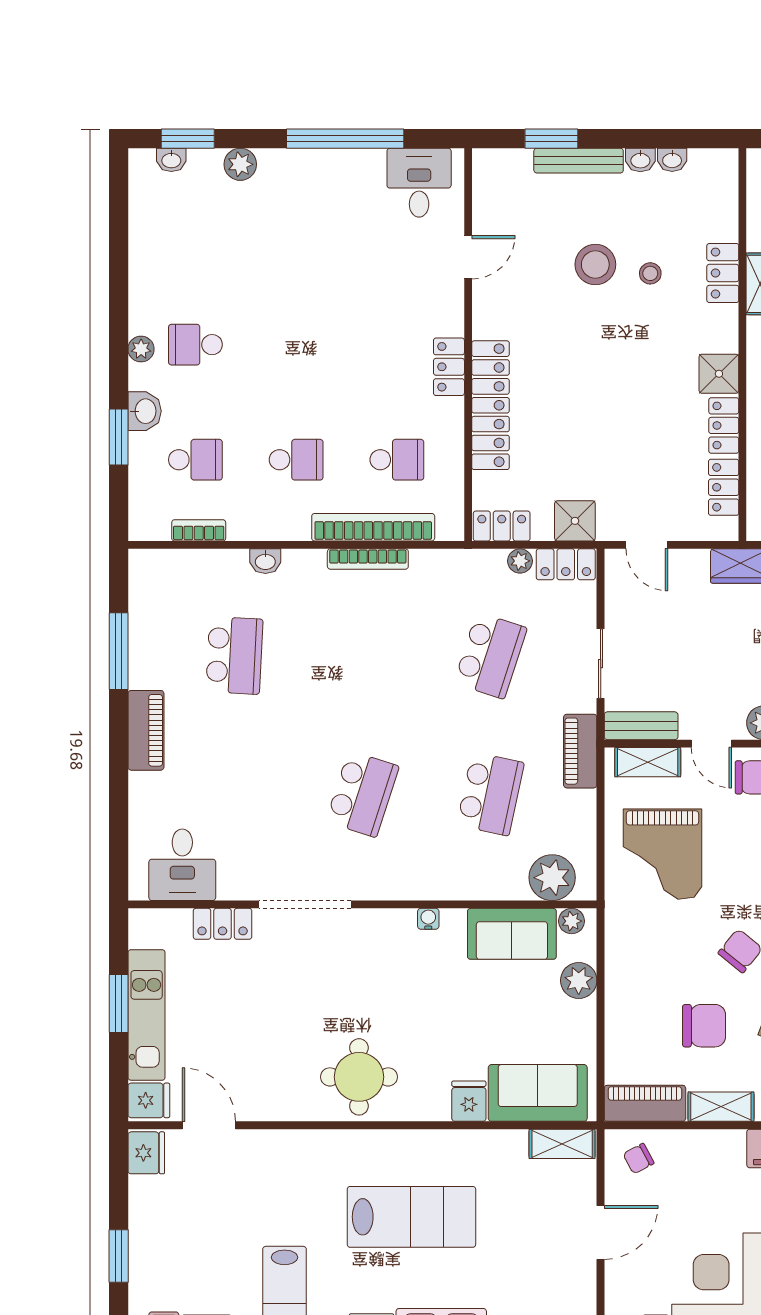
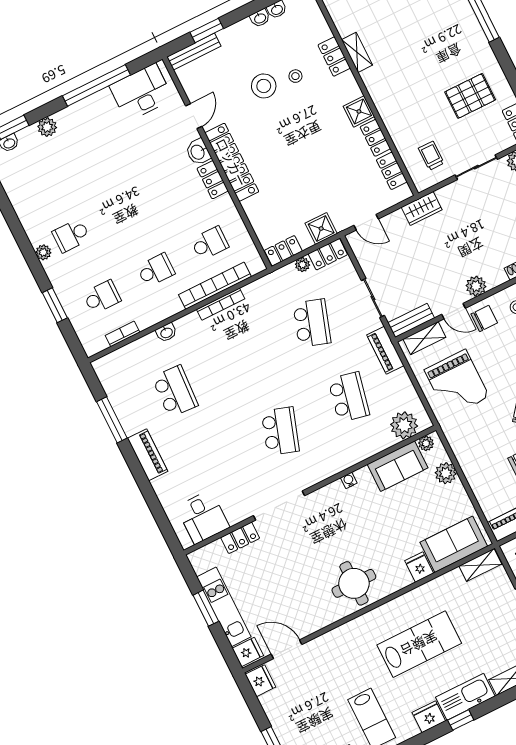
bench: (579, 161) -> (194, 51), moved
desk: (419, 183) -> (141, 92), width x1.37
locker: (491, 405) -> (232, 162), moved
washbasin: (145, 411) -> (198, 152), moved, turned 180

